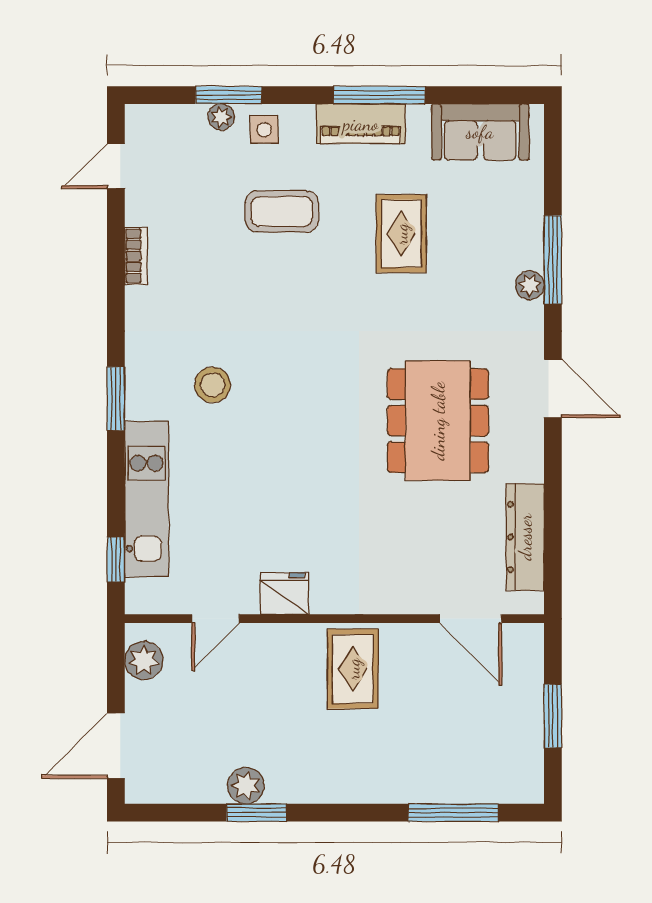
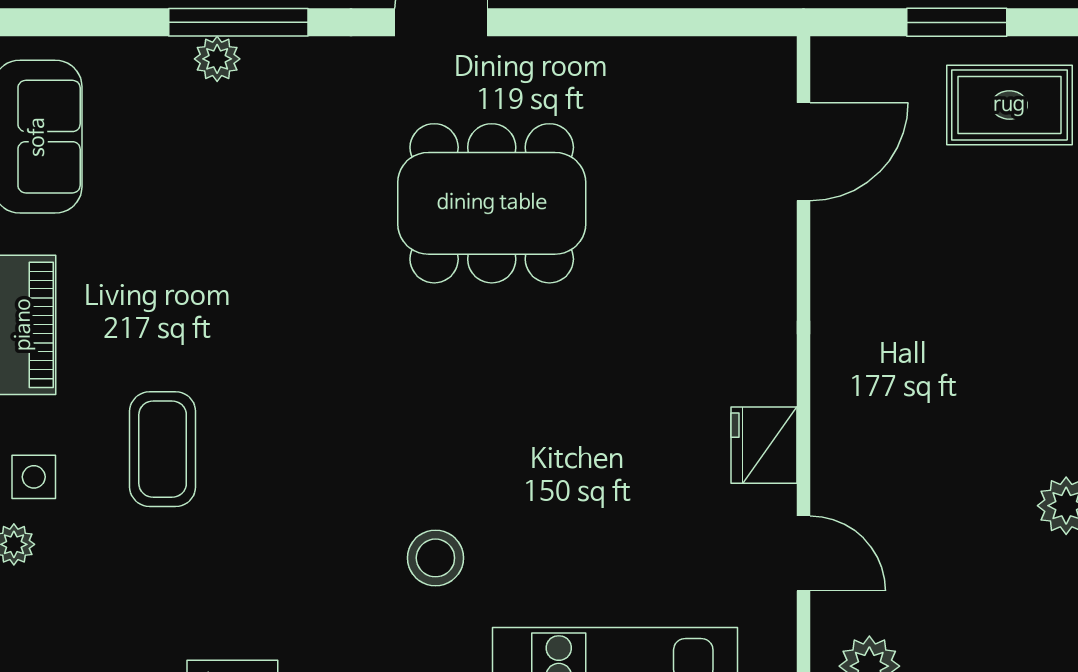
rug: (401, 234) -> (197, 261), removed
plant: (530, 285) -> (217, 59), moved
dresser: (525, 537) -> (675, 66), removed
rug: (353, 669) -> (1009, 105), moved

